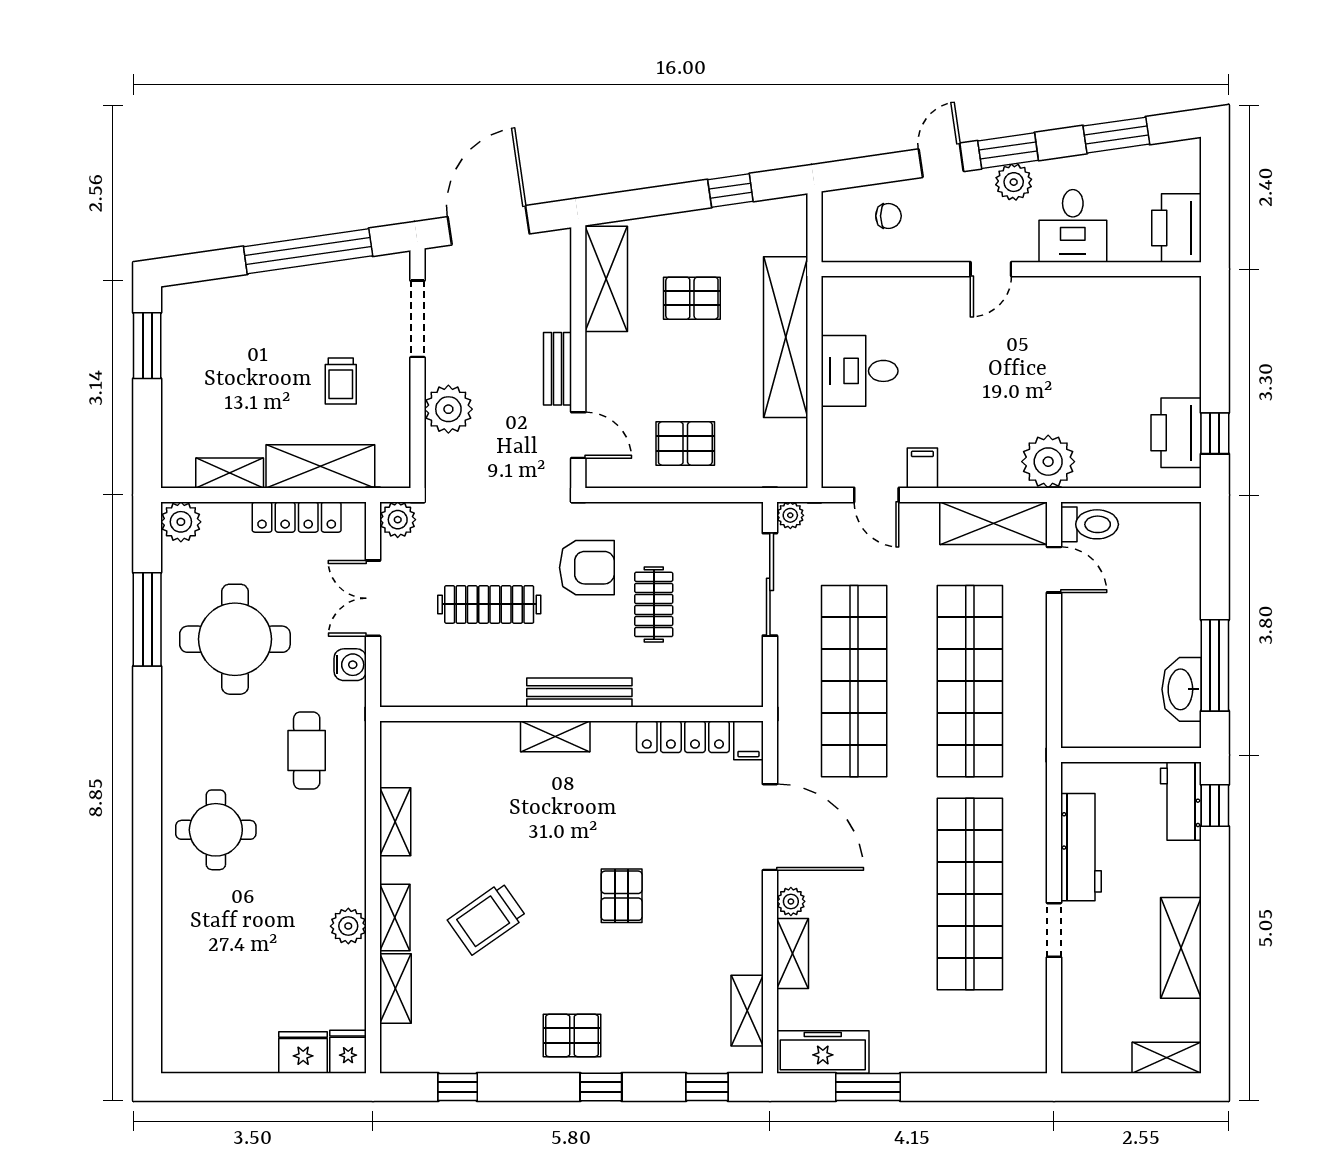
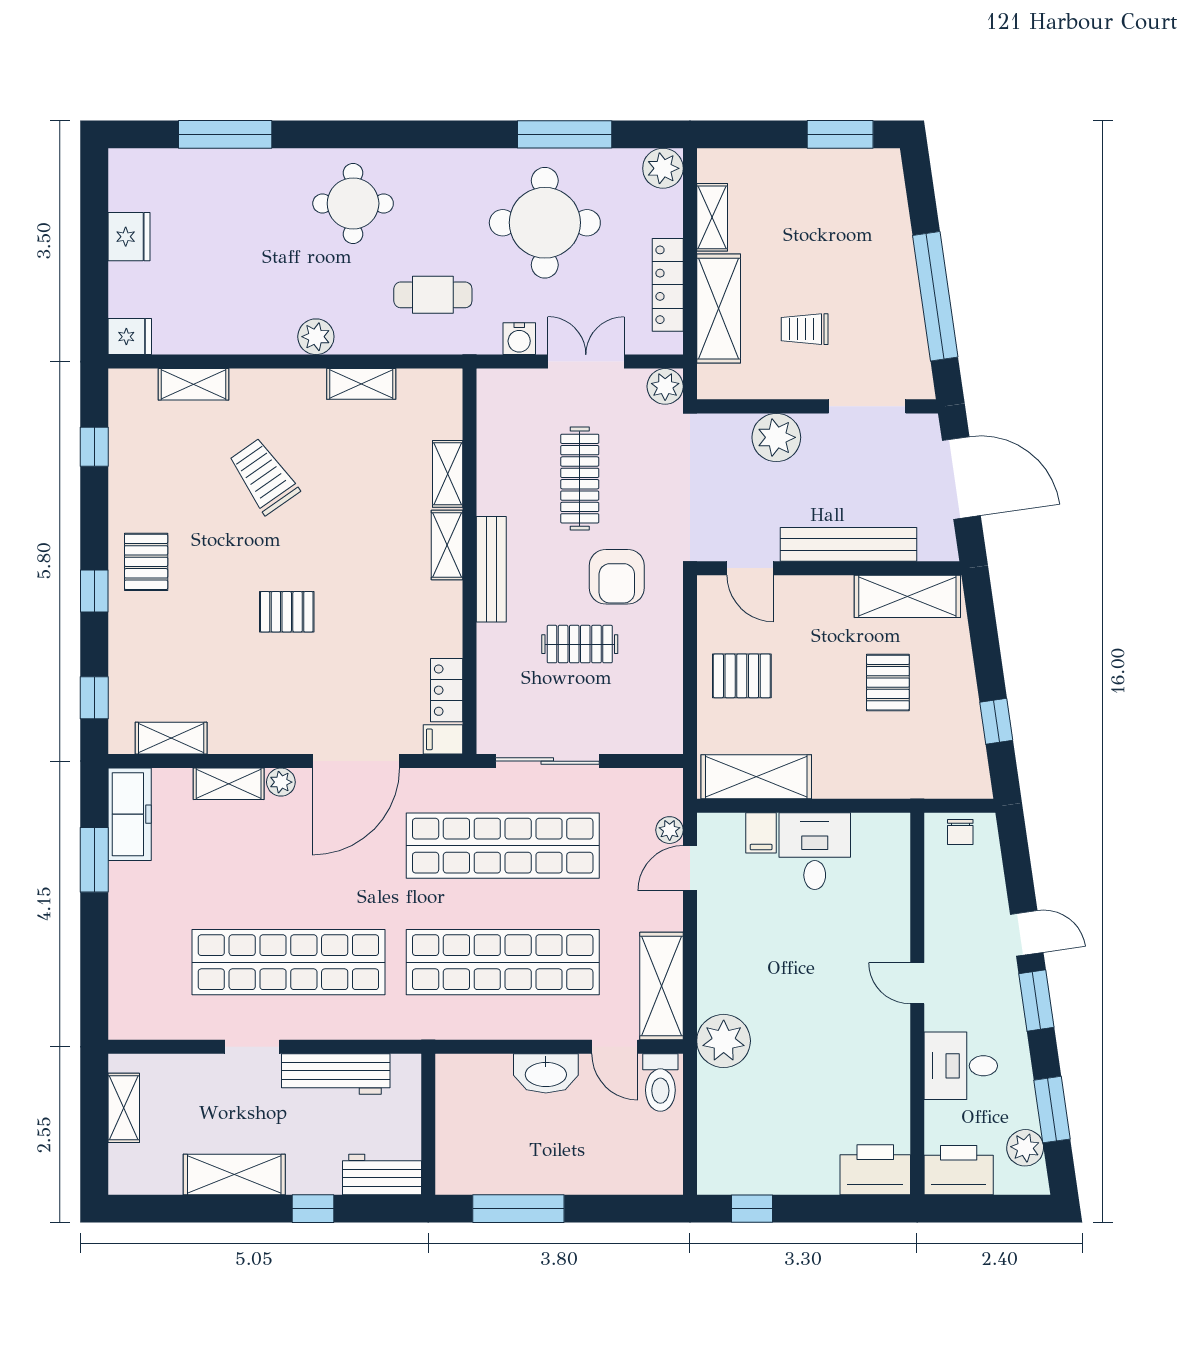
plant: (1014, 182) -> (1025, 1148), moved
chair: (888, 216) -> (960, 832), moved
shelving: (786, 337) -> (756, 777), moved, width x0.68
bench: (558, 369) -> (848, 544), width x1.86, depth x1.21
printer: (1176, 433) -> (875, 1170), moved
door: (578, 435) -> (750, 568), hinge flipped
pallet: (685, 443) -> (742, 676), turned 90
filing cabinet: (922, 468) -> (761, 833), moved, turned 90
plant: (790, 515) -> (670, 830), moved
door: (1054, 570) -> (615, 1047), hinge flipped
sliding door: (770, 584) -> (547, 761), moved
washbasin: (1182, 689) -> (546, 1073), moved, turned 180
locker: (683, 737) -> (447, 690), width x0.66
window: (1215, 806) -> (313, 1209), moved
shelving: (395, 917) -> (448, 474), moved, turned 90
plant: (348, 926) -> (316, 337), moved
window: (147, 957) -> (225, 134), added
fridge: (303, 1052) -> (129, 237), moved
shelving: (1167, 1058) -> (124, 1108), moved

